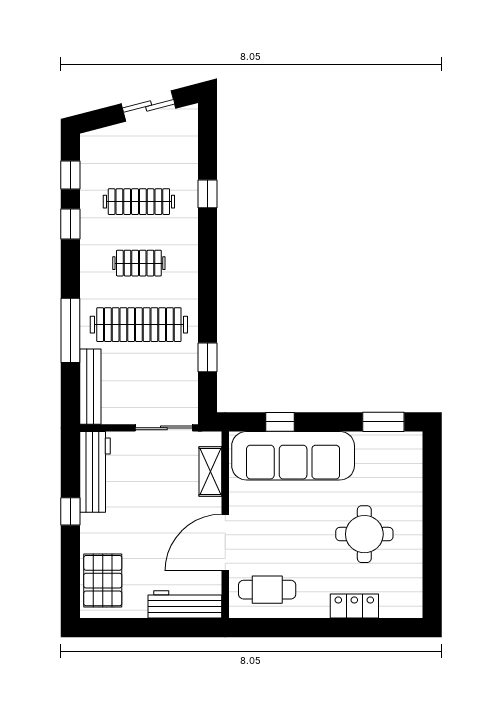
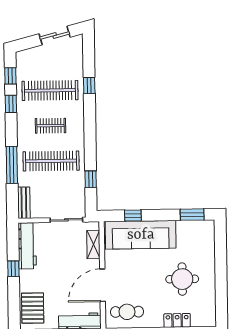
clothes rail: (139, 202) -> (50, 90), width x1.37, depth x1.31
bench: (90, 387) -> (24, 203), width x0.73

